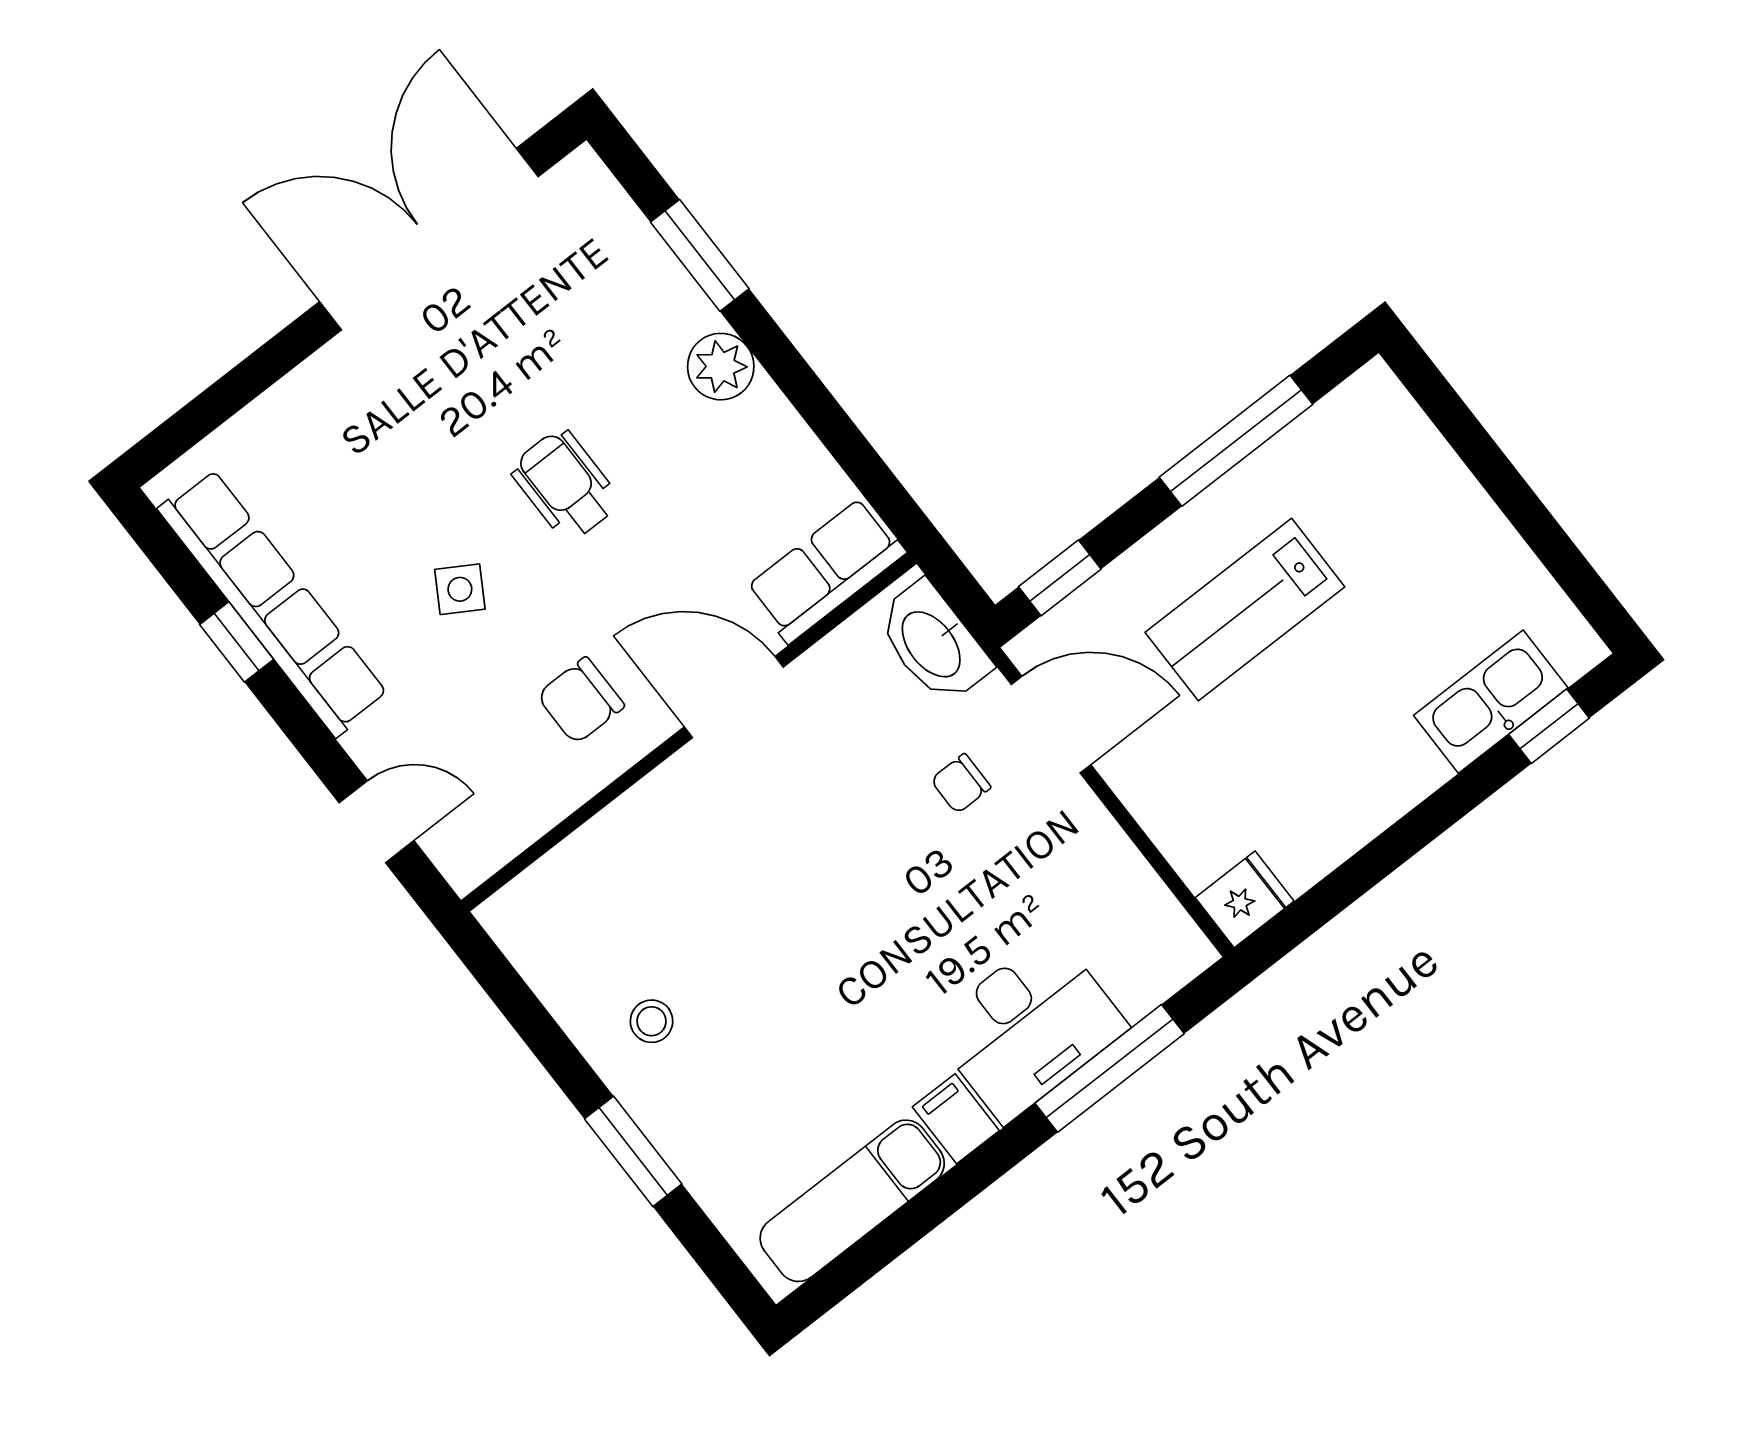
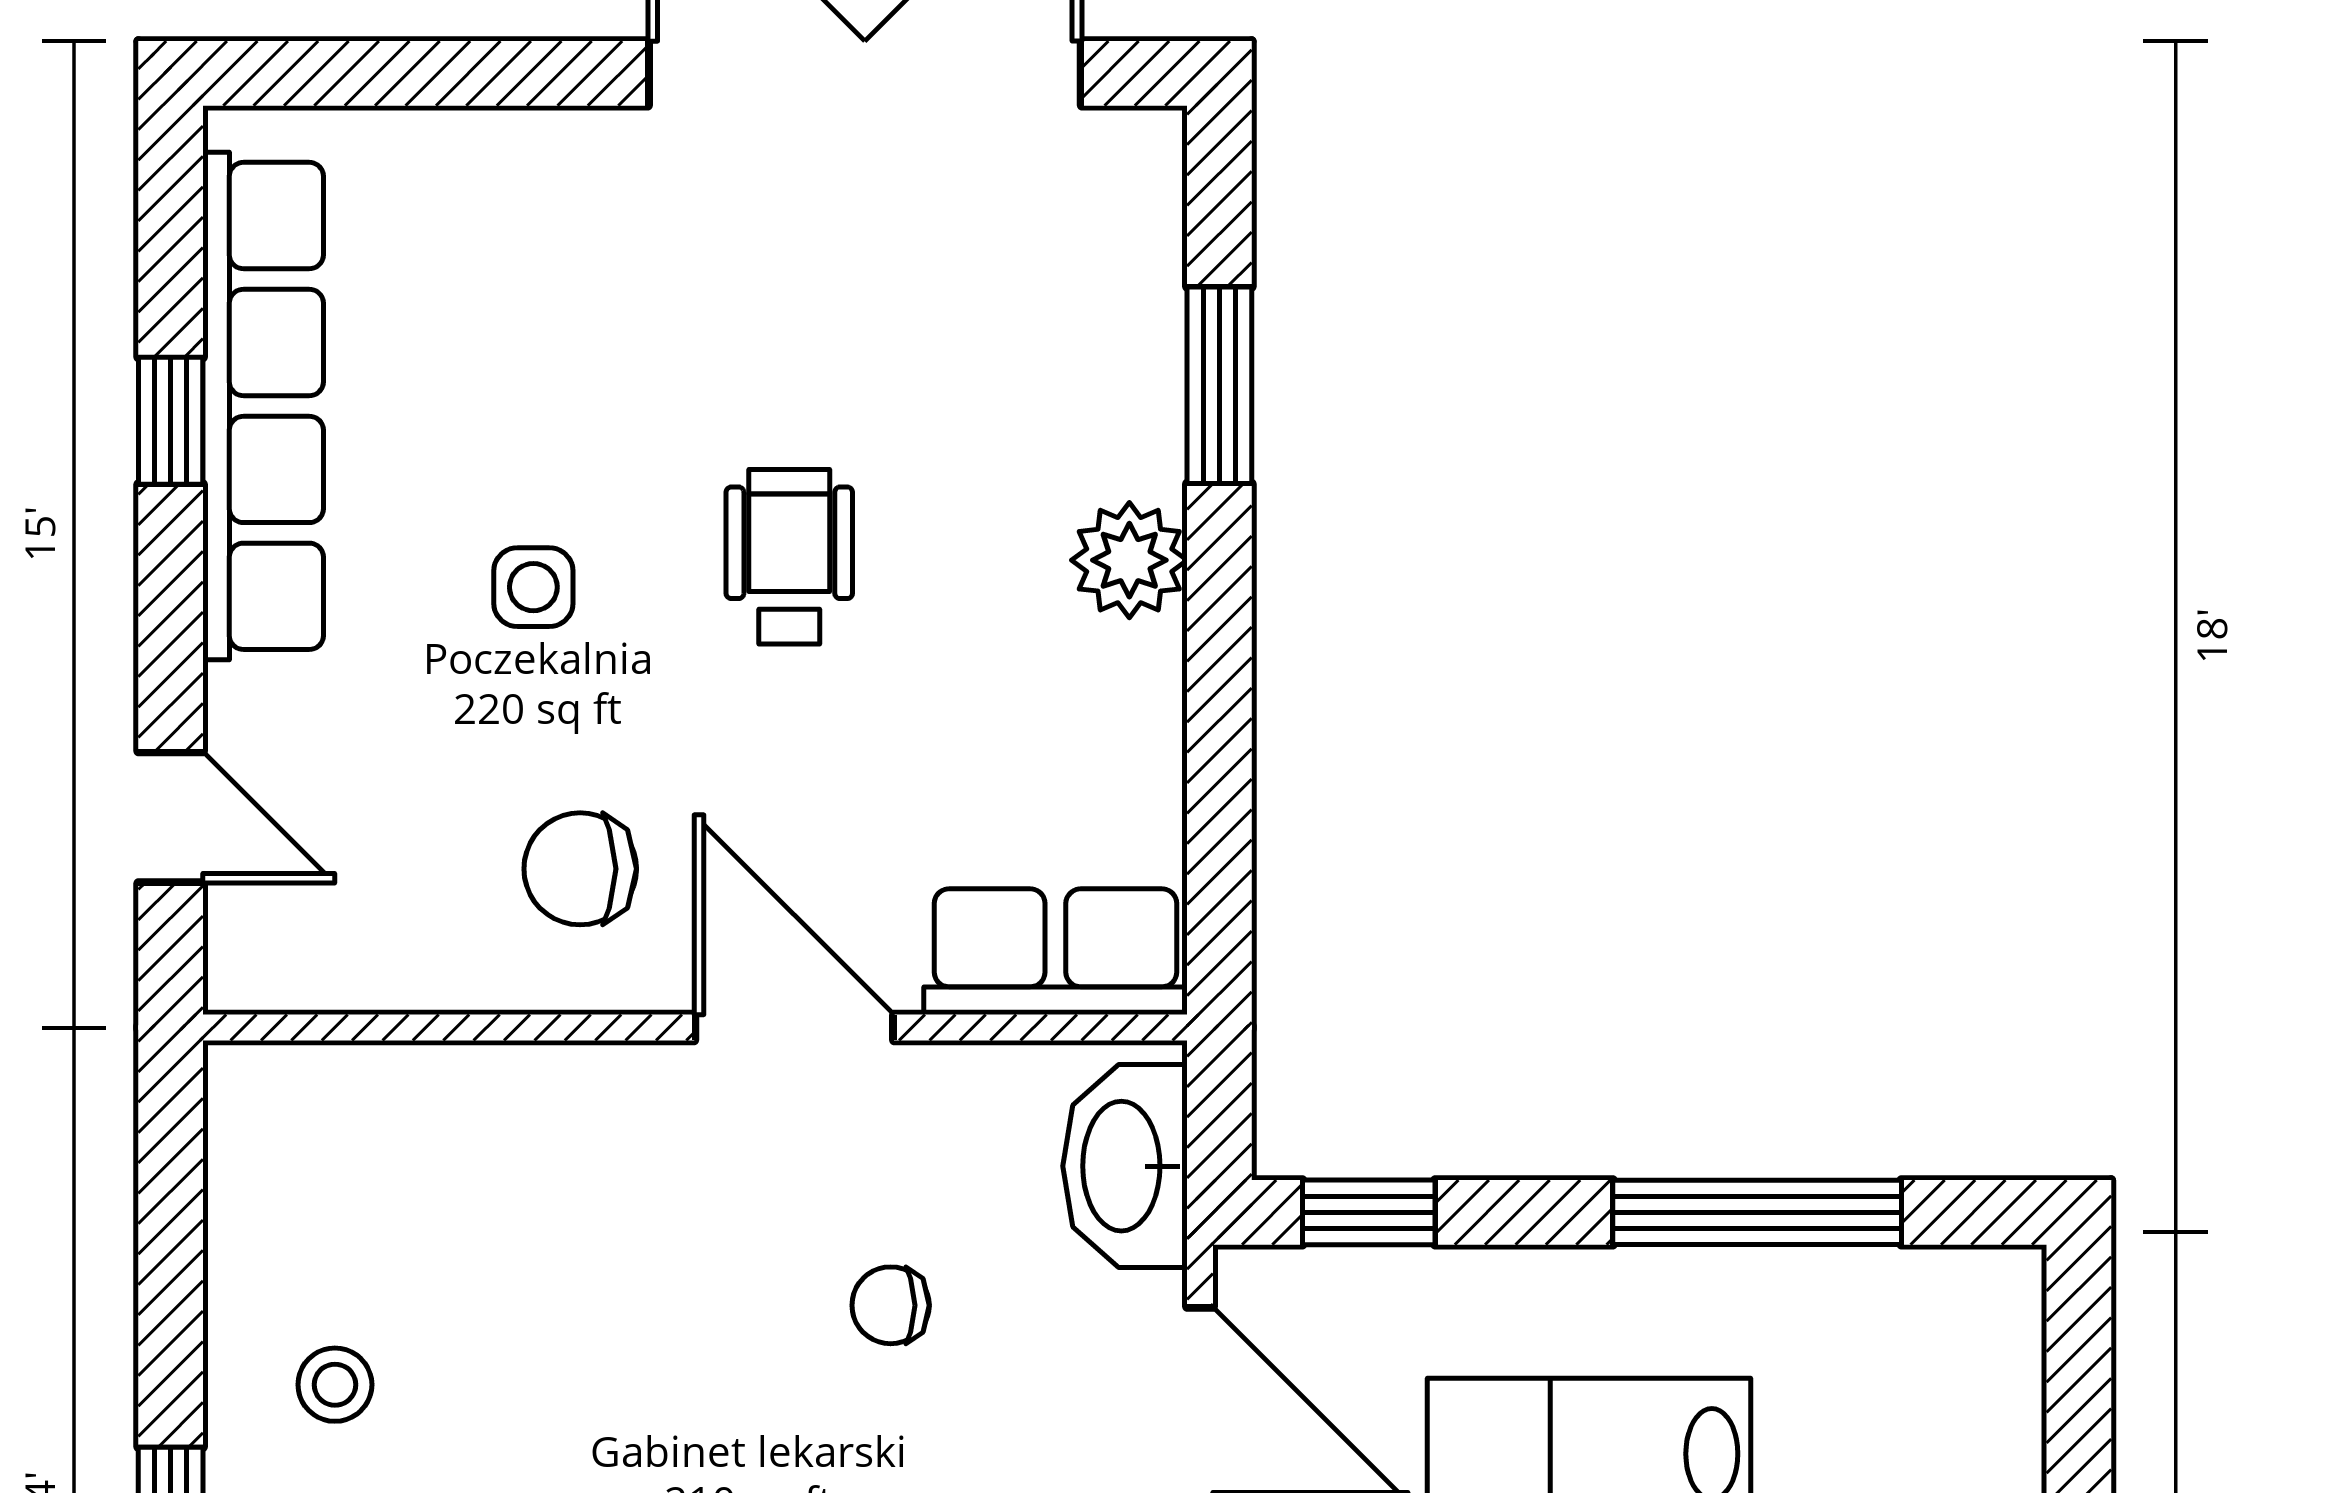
side table: (460, 589) -> (533, 587), turned -31
chair: (961, 784) -> (891, 1305), moved

